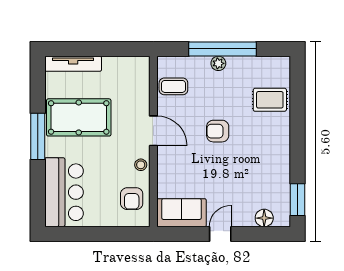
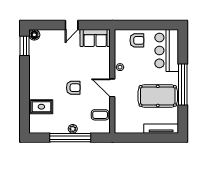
window: (38, 136) -> (183, 84), width x1.46
armchair: (132, 199) -> (137, 40), moved, turned 90
floor lamp: (264, 218) -> (34, 35), moved

